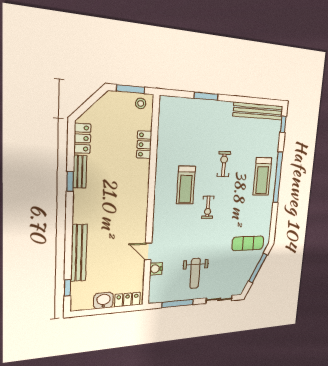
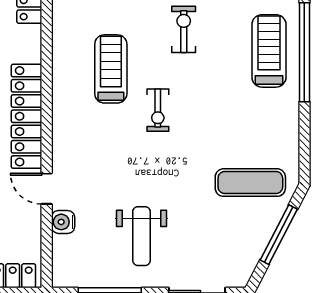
treadmill: (262, 176) -> (269, 51), turned 180
treadmill: (186, 185) -> (111, 69), turned 180
locker: (139, 212) -> (27, 116), added

